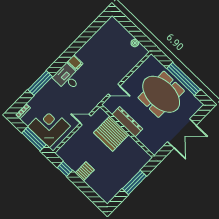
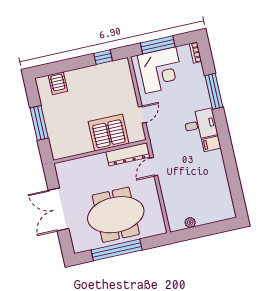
dresser: (127, 122) -> (128, 154), moved
server rack: (85, 171) -> (58, 83), moved

